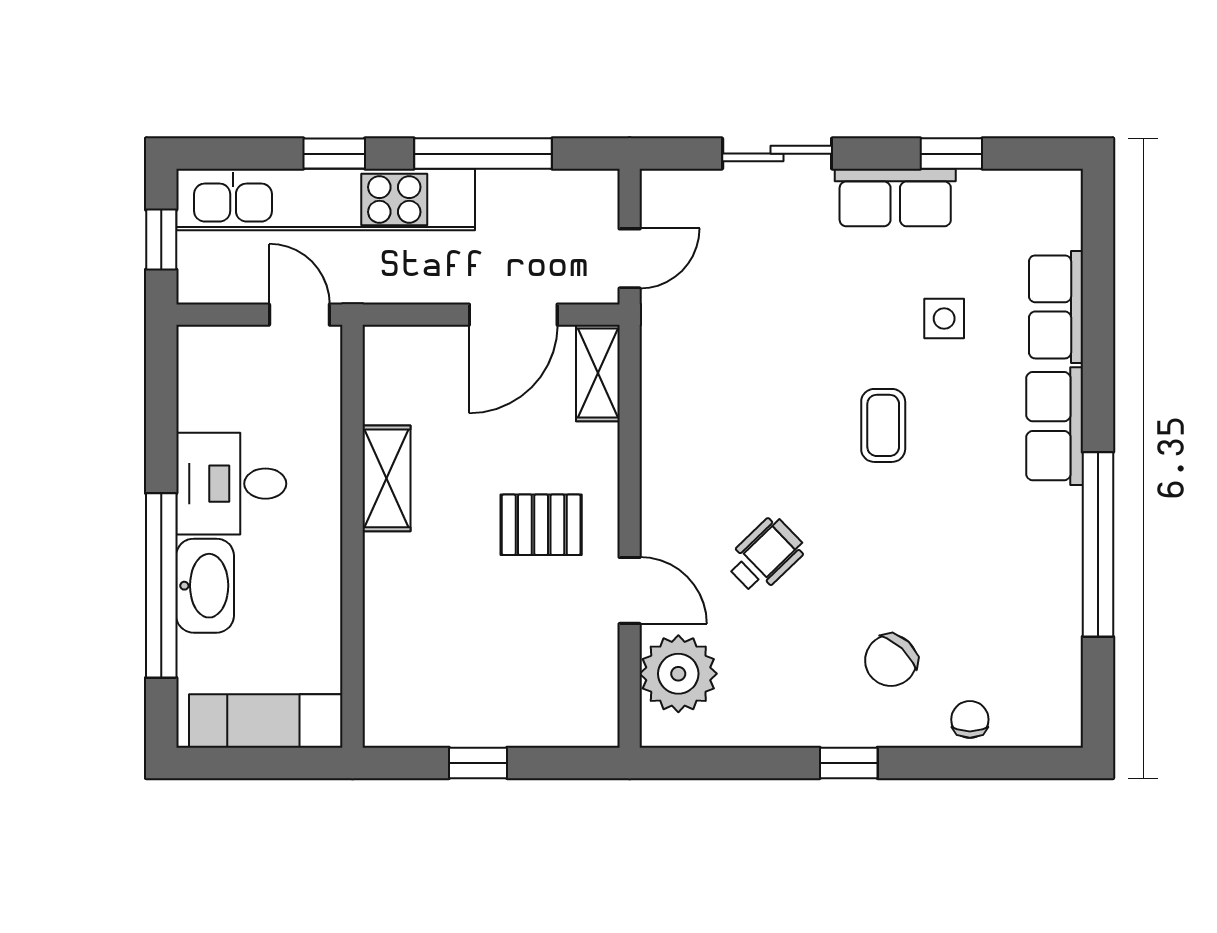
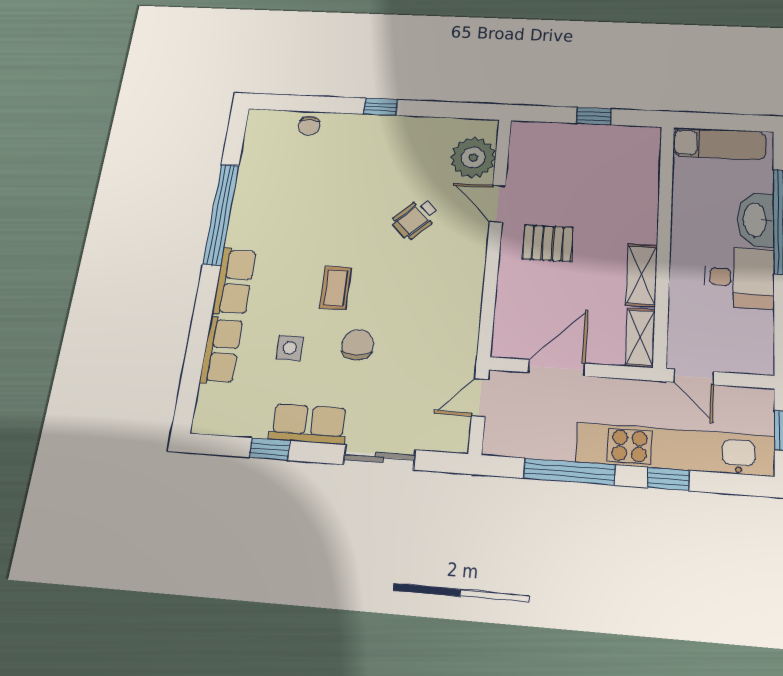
shelving: (598, 373) -> (640, 338), moved
chair: (891, 660) -> (357, 345), moved, turned -43

